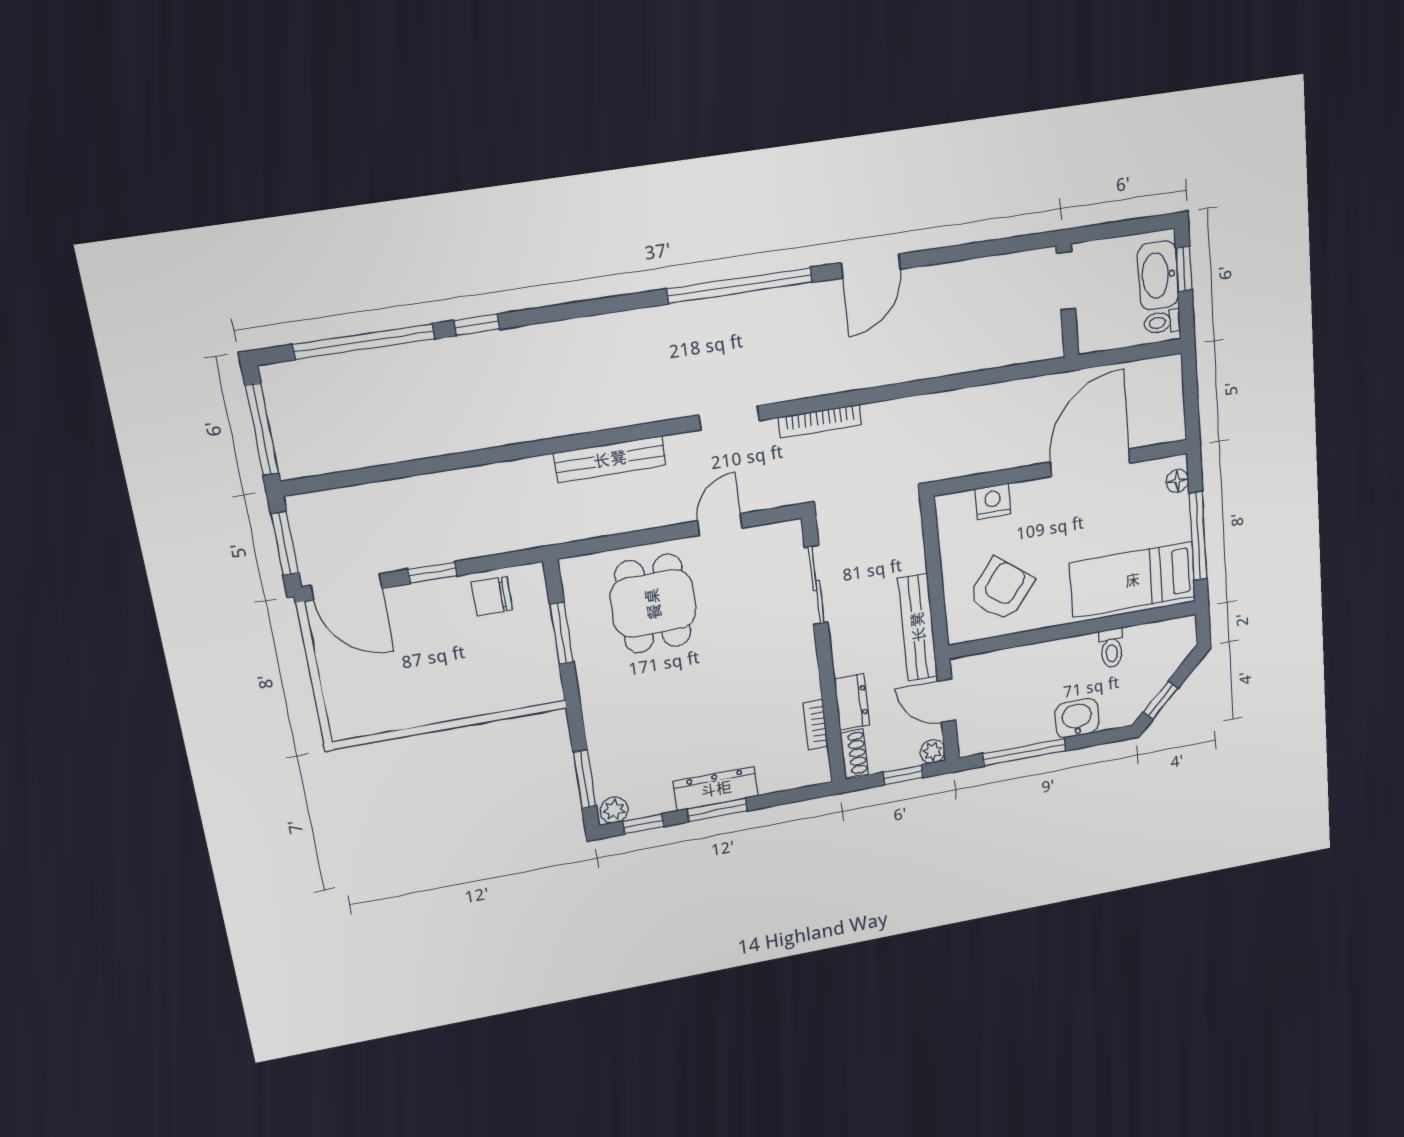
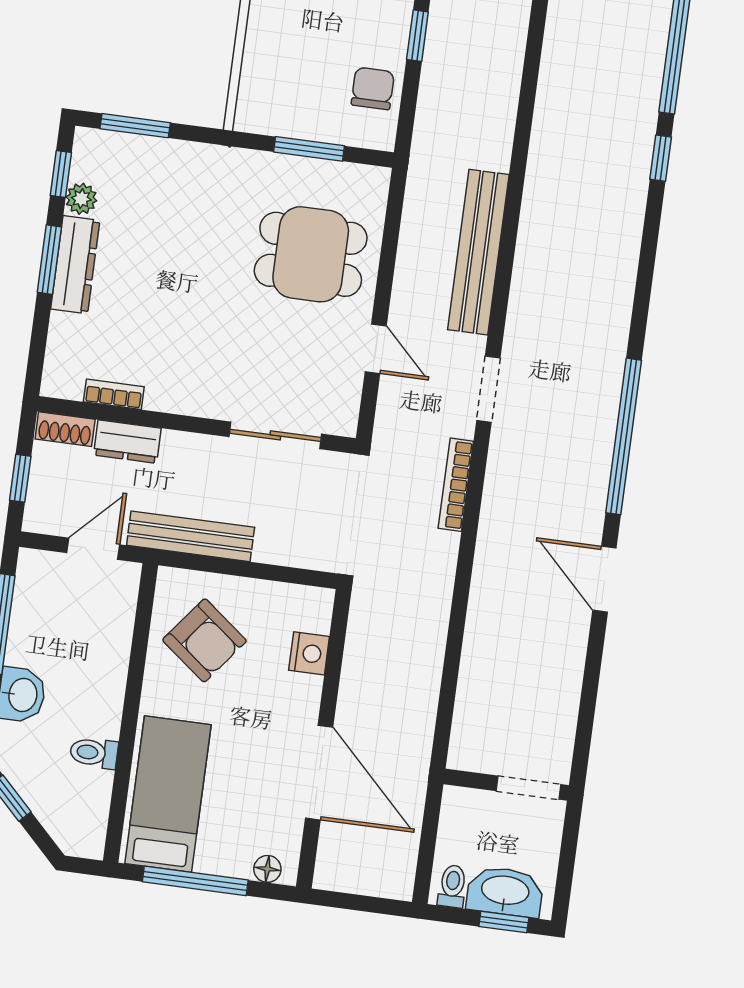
bench: (610, 459) -> (478, 252), width x1.37, depth x1.21
plant: (933, 751) -> (38, 519), removed
plant: (614, 810) -> (81, 199), moved

